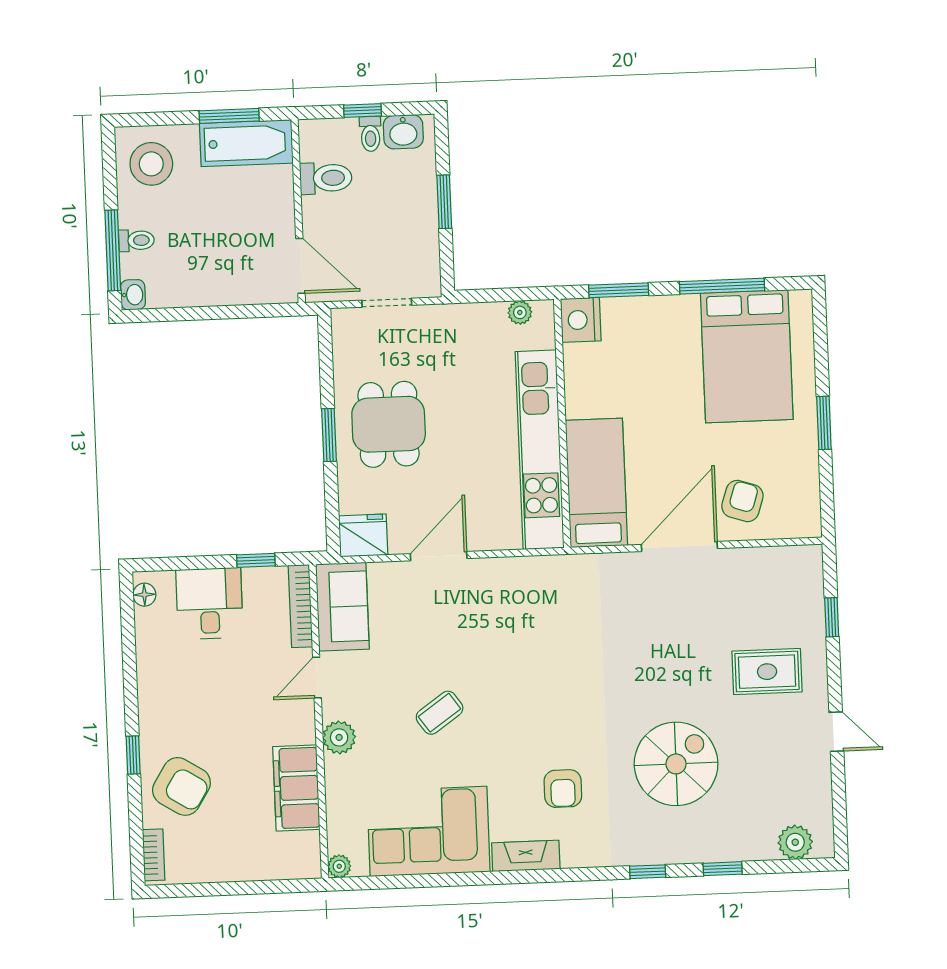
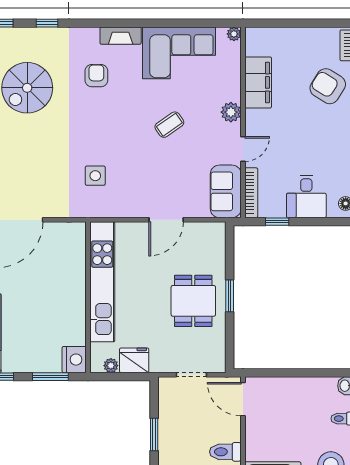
bed: (596, 483) -> (69, 260), removed
fridge: (363, 535) -> (134, 360), moved, turned 180
side table: (558, 624) -> (95, 176), added

